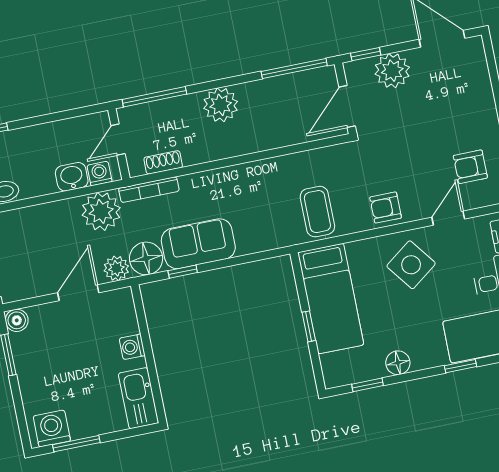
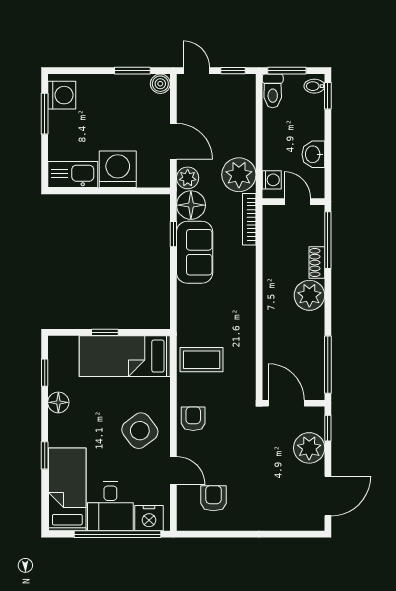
shoe rack: (163, 162) -> (317, 263), moved, turned 180
washbasin: (72, 177) -> (313, 154), moved, turned 180
washing machine: (132, 347) -> (118, 169), width x1.89, depth x1.89

